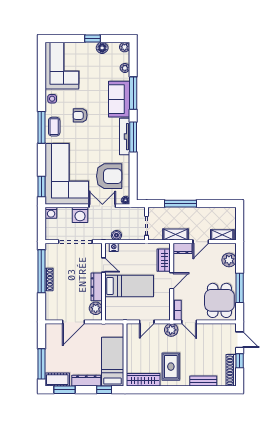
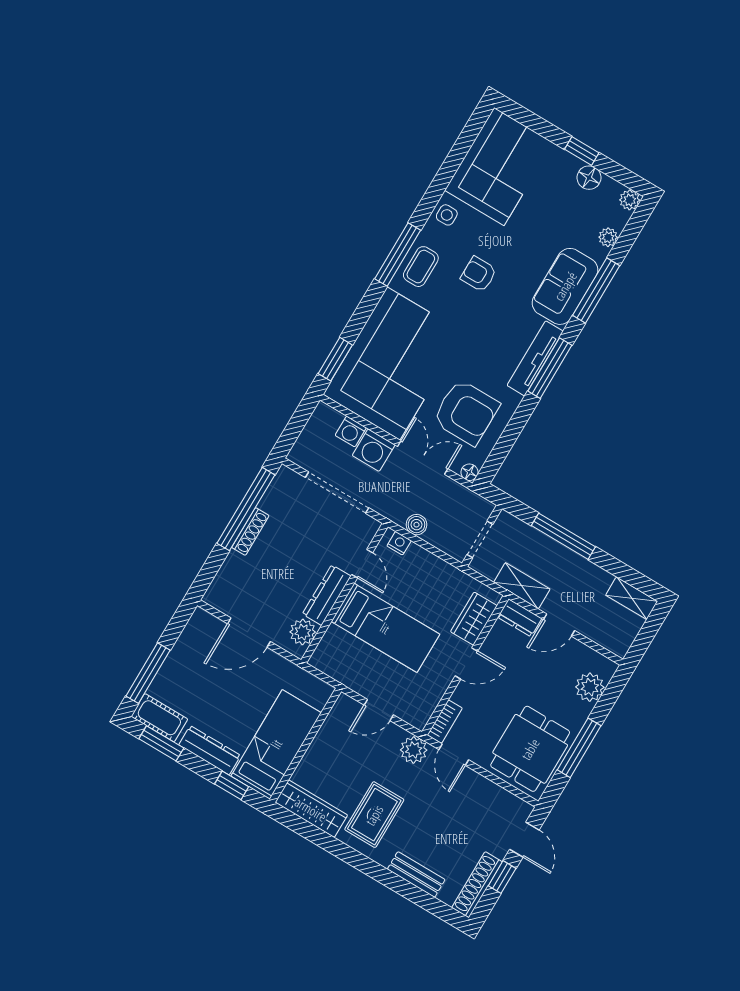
washing machine: (51, 213) -> (351, 432), moved
shelving: (222, 235) -> (632, 598), moved

